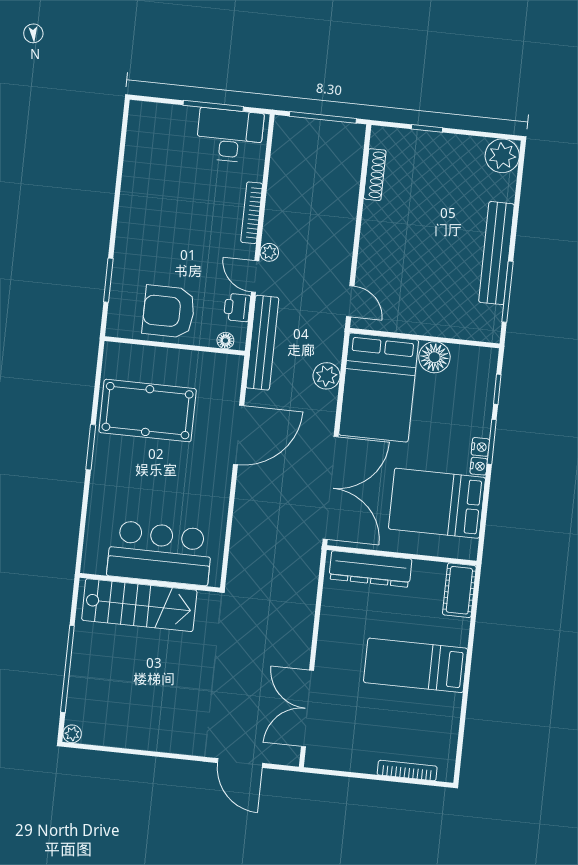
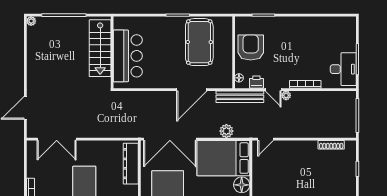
door: (255, 277) -> (273, 90), swing flipped
door: (239, 435) -> (192, 90), hinge flipped
double door: (307, 709) -> (57, 139), swing flipped

